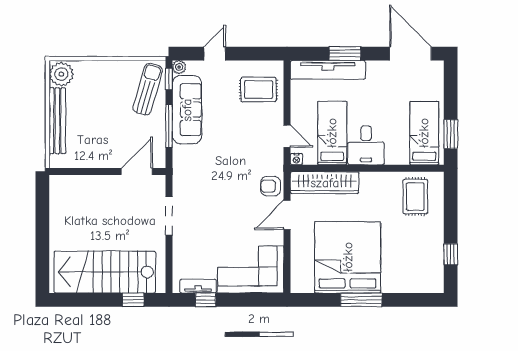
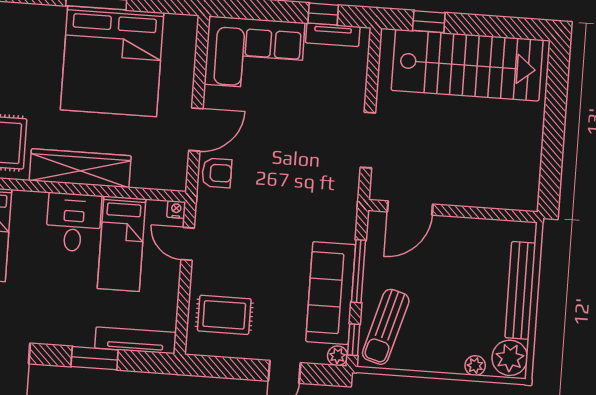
plant: (85, 67) -> (475, 366), added
tv unit: (328, 70) -> (135, 340), width x0.73, depth x0.78
wardrobe: (325, 183) -> (80, 168), moved

